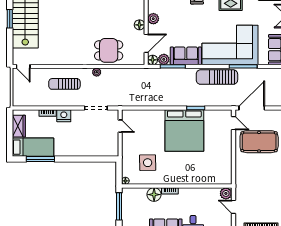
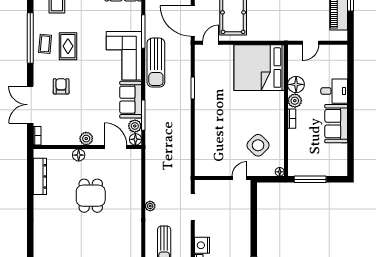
floor lamp: (139, 25) -> (79, 155), moved
corner sofa: (230, 45) -> (124, 56), width x0.73, depth x0.74
dining table: (109, 50) -> (91, 196), moved
door: (120, 126) -> (240, 178), moved
bed: (184, 131) -> (259, 68), moved, turned 180
side table: (148, 163) -> (258, 145), turned 45
plant: (226, 193) -> (295, 101), moved
floor lamp: (154, 195) -> (296, 84), moved

